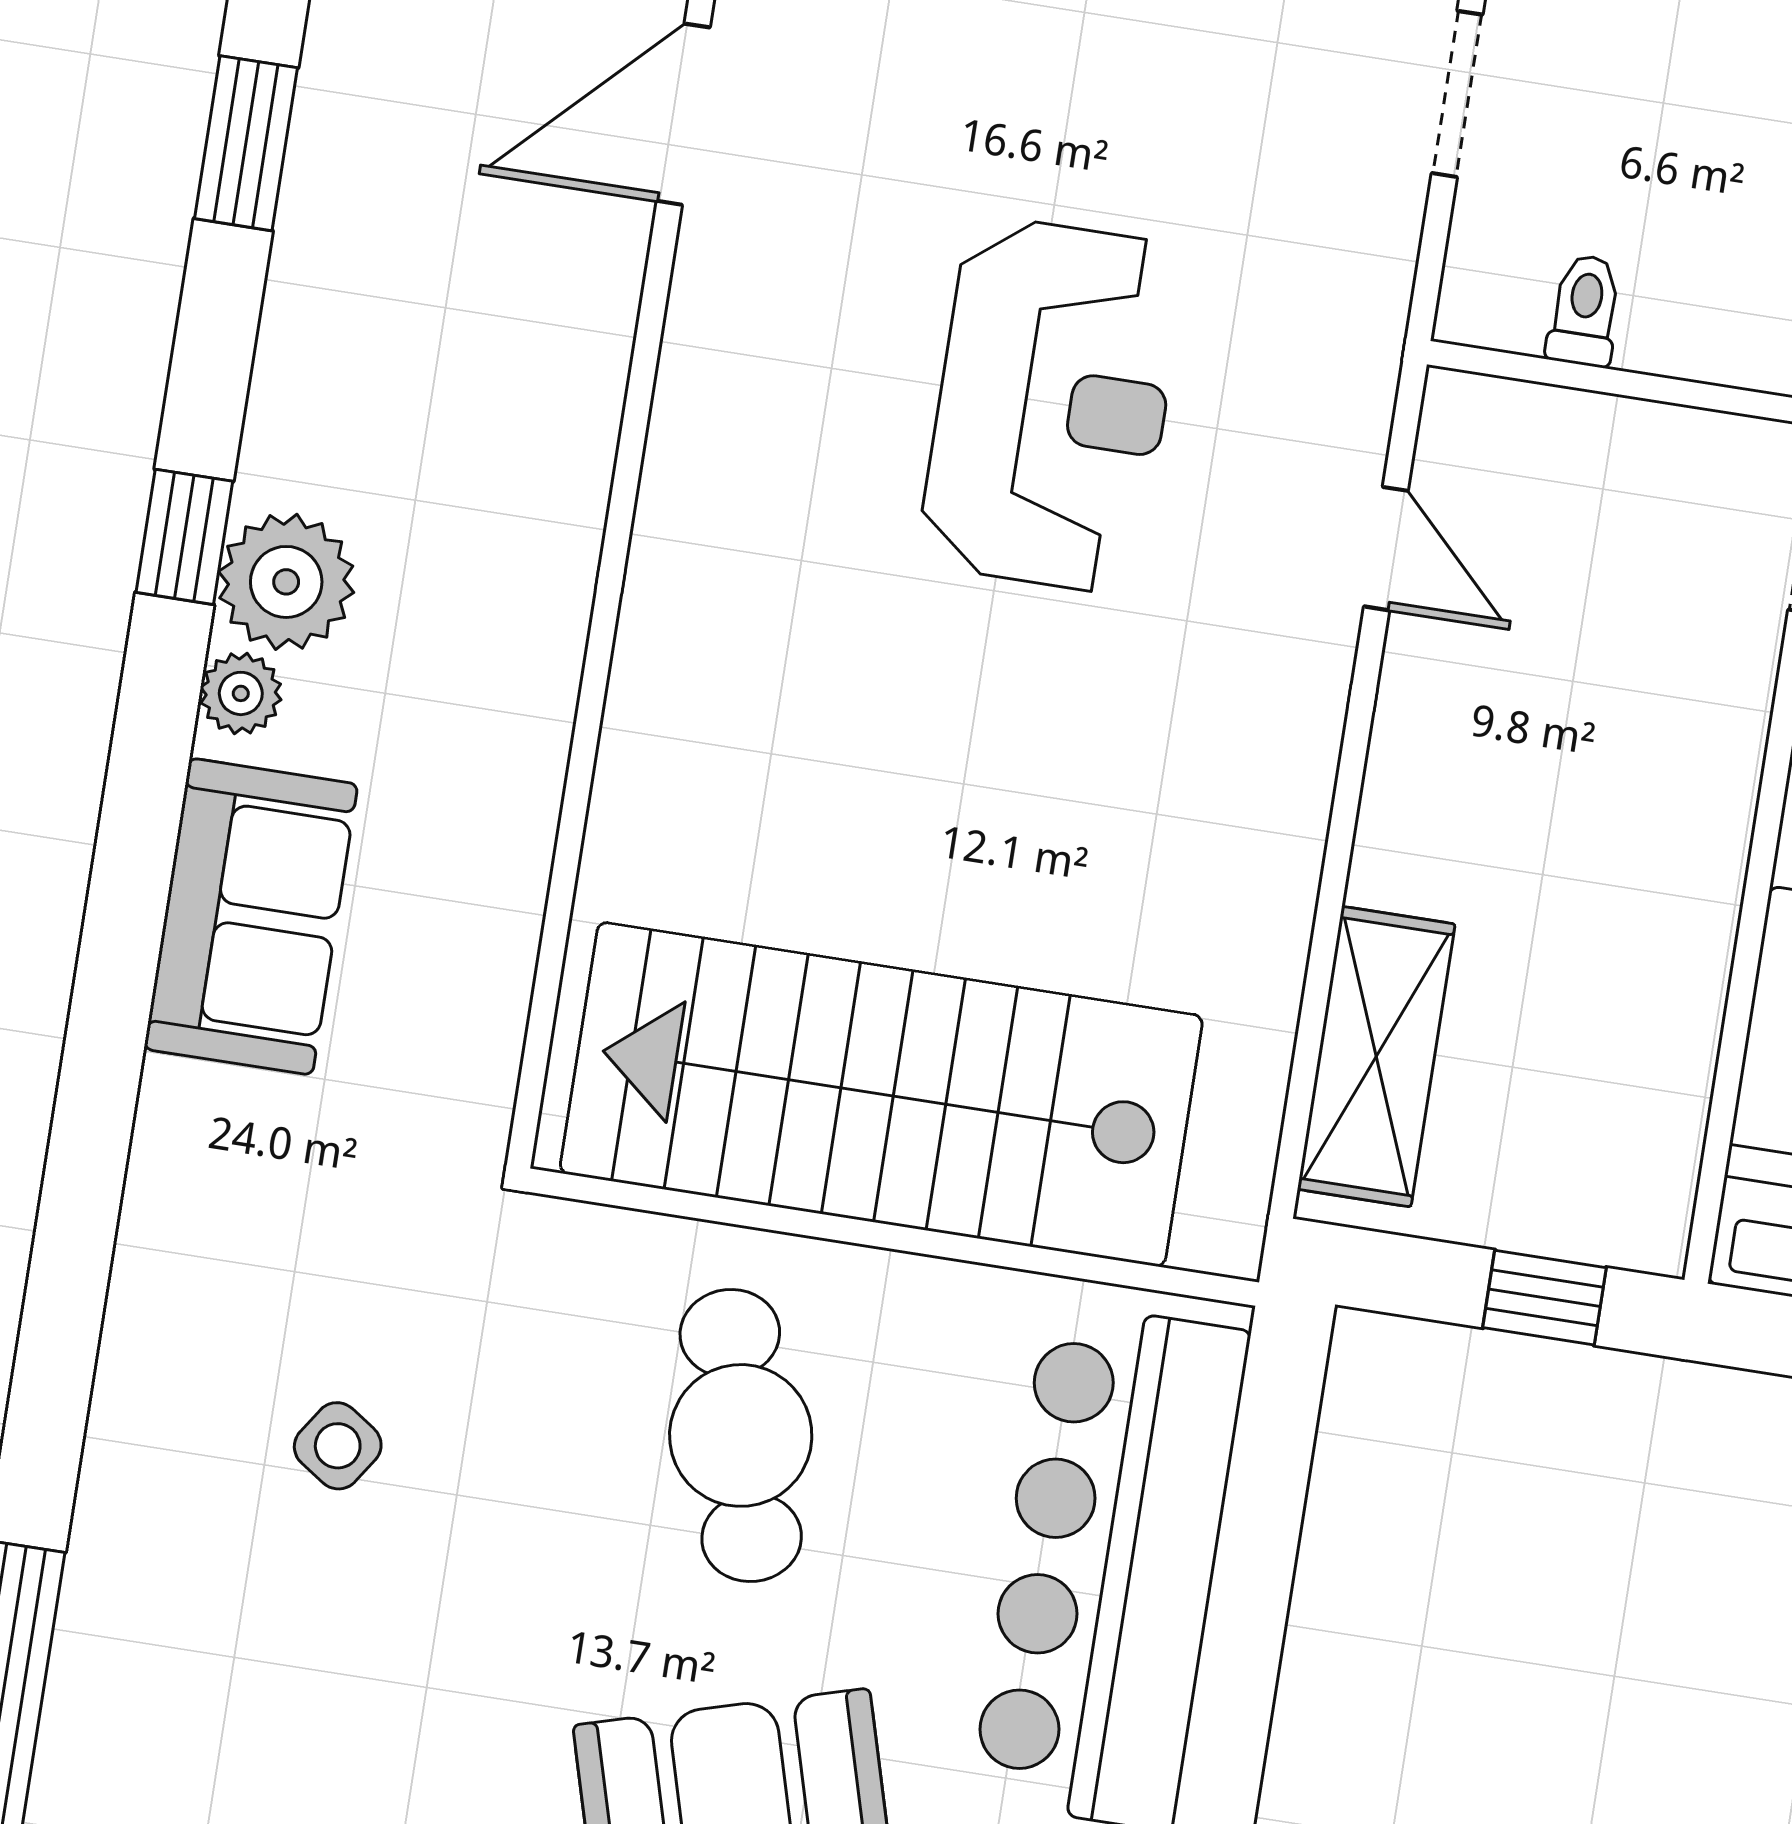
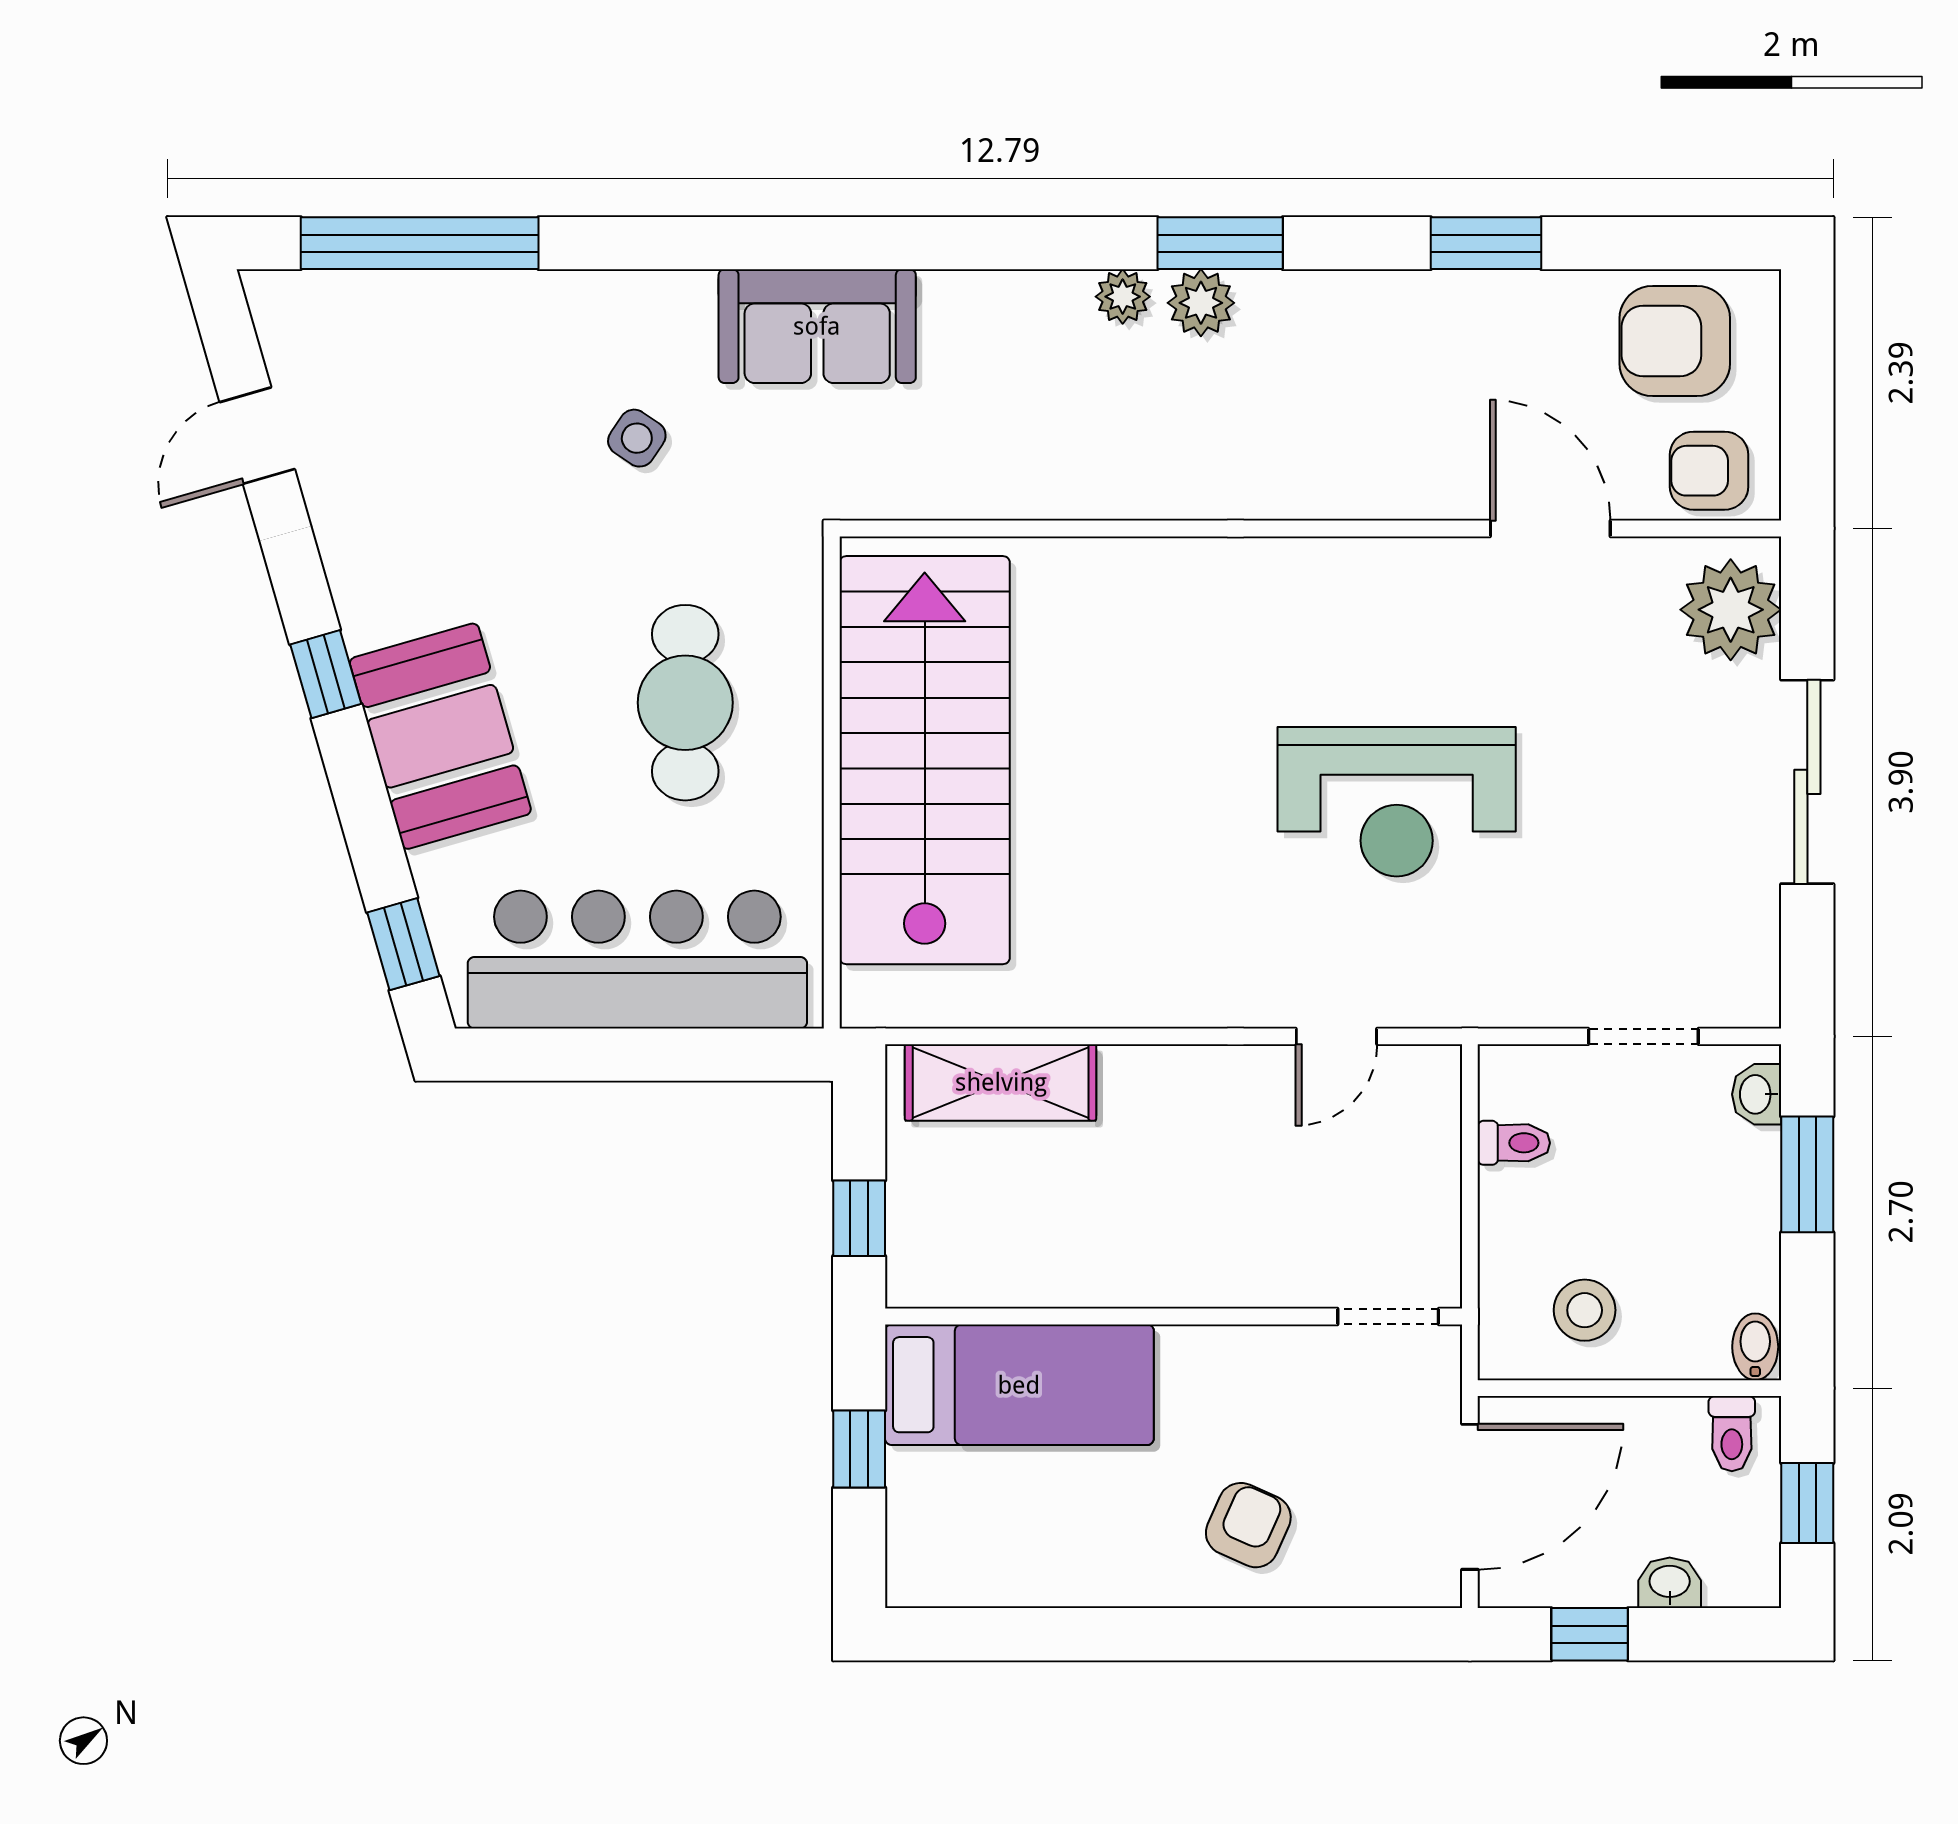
window: (184, 537) -> (1220, 243), width x1.50
plant: (286, 582) -> (1201, 303), width x0.73, depth x0.73
sofa: (251, 917) -> (817, 326), moved
cafe table: (741, 1435) -> (685, 703), turned -75

